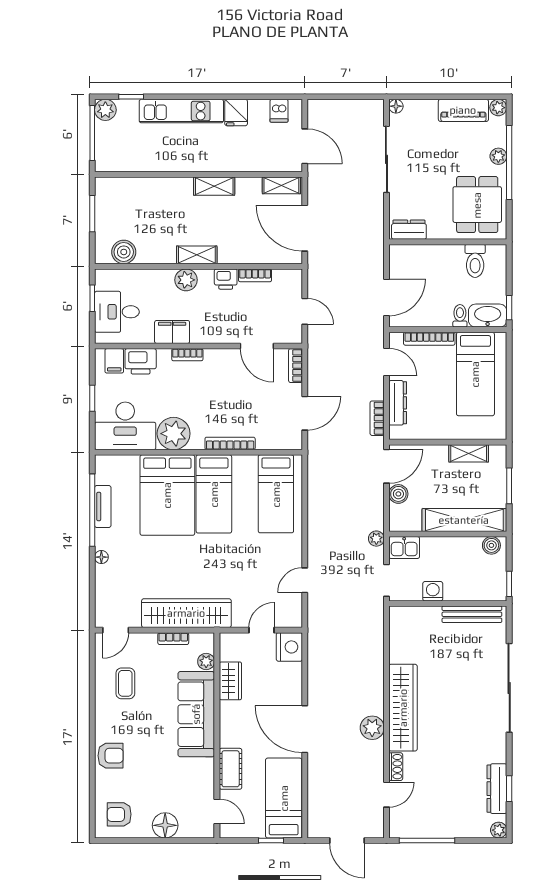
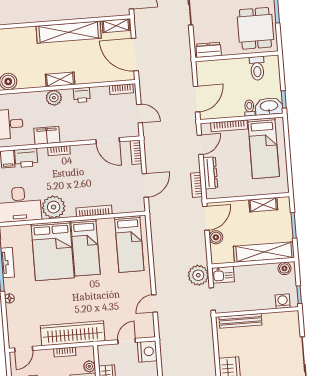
shelving: (214, 186) -> (69, 32), width x2.20, depth x1.33
bookcase: (255, 275) -> (121, 89), moved
door: (386, 362) -> (200, 145), hinge flipped
plant: (376, 539) -> (198, 275), width x1.87, depth x1.87
washing machine: (433, 591) -> (283, 301), moved
bench: (472, 614) -> (240, 321), moved

